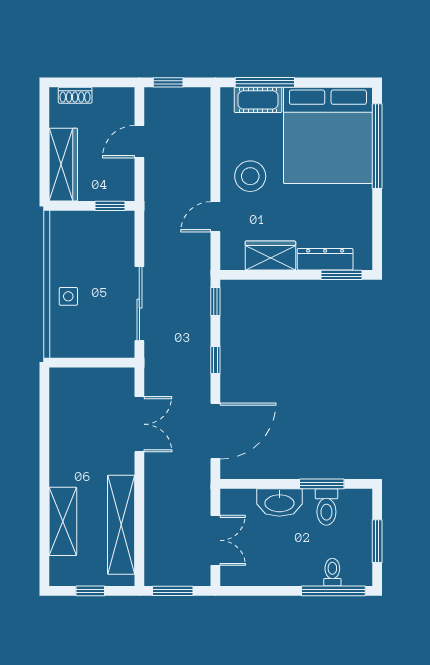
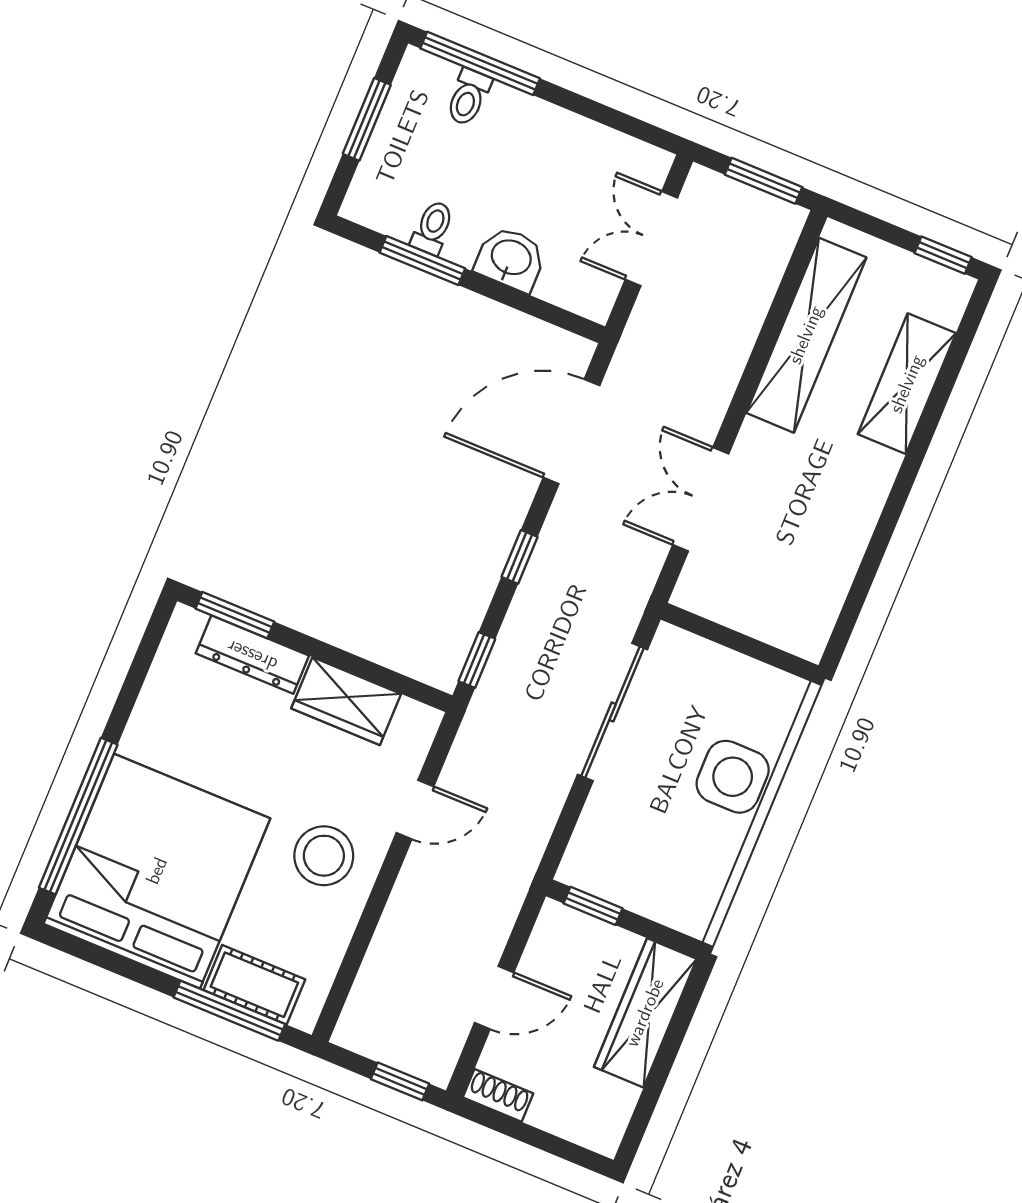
shoe rack: (75, 95) -> (498, 1095), moved
side table: (68, 296) -> (733, 777), width x1.87, depth x1.87
washbasin: (279, 502) -> (511, 259), width x0.72
toilet: (326, 507) -> (433, 228), width x0.73, depth x0.72
window: (90, 591) -> (943, 255), moved

